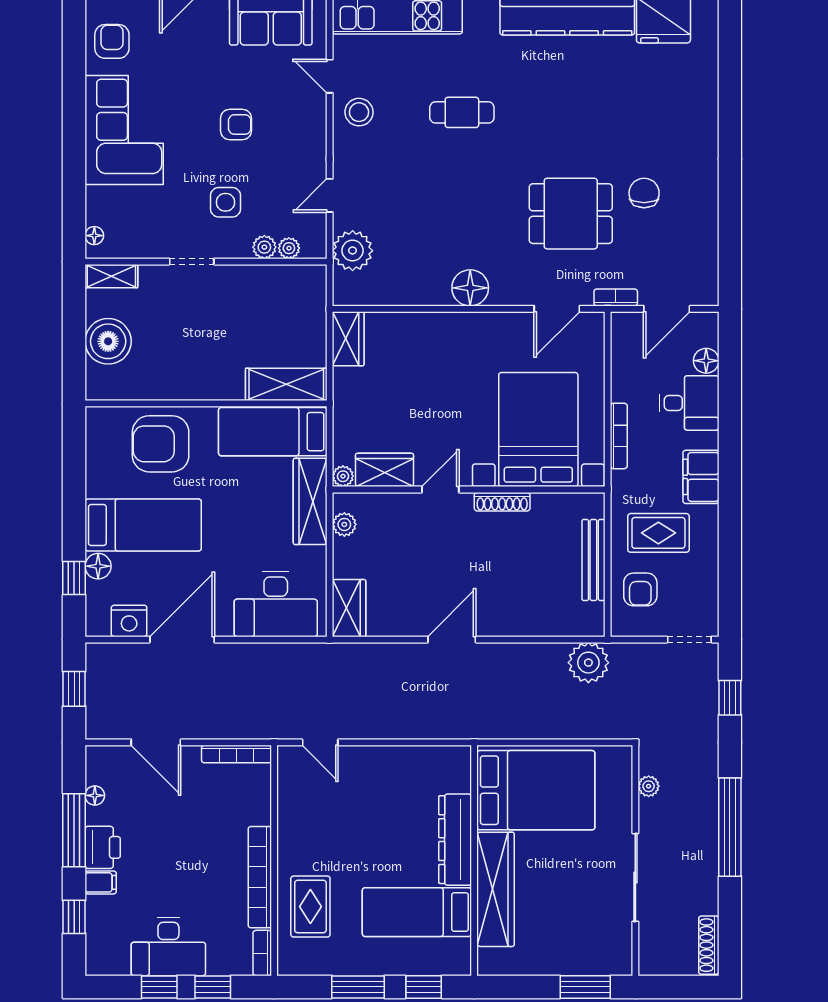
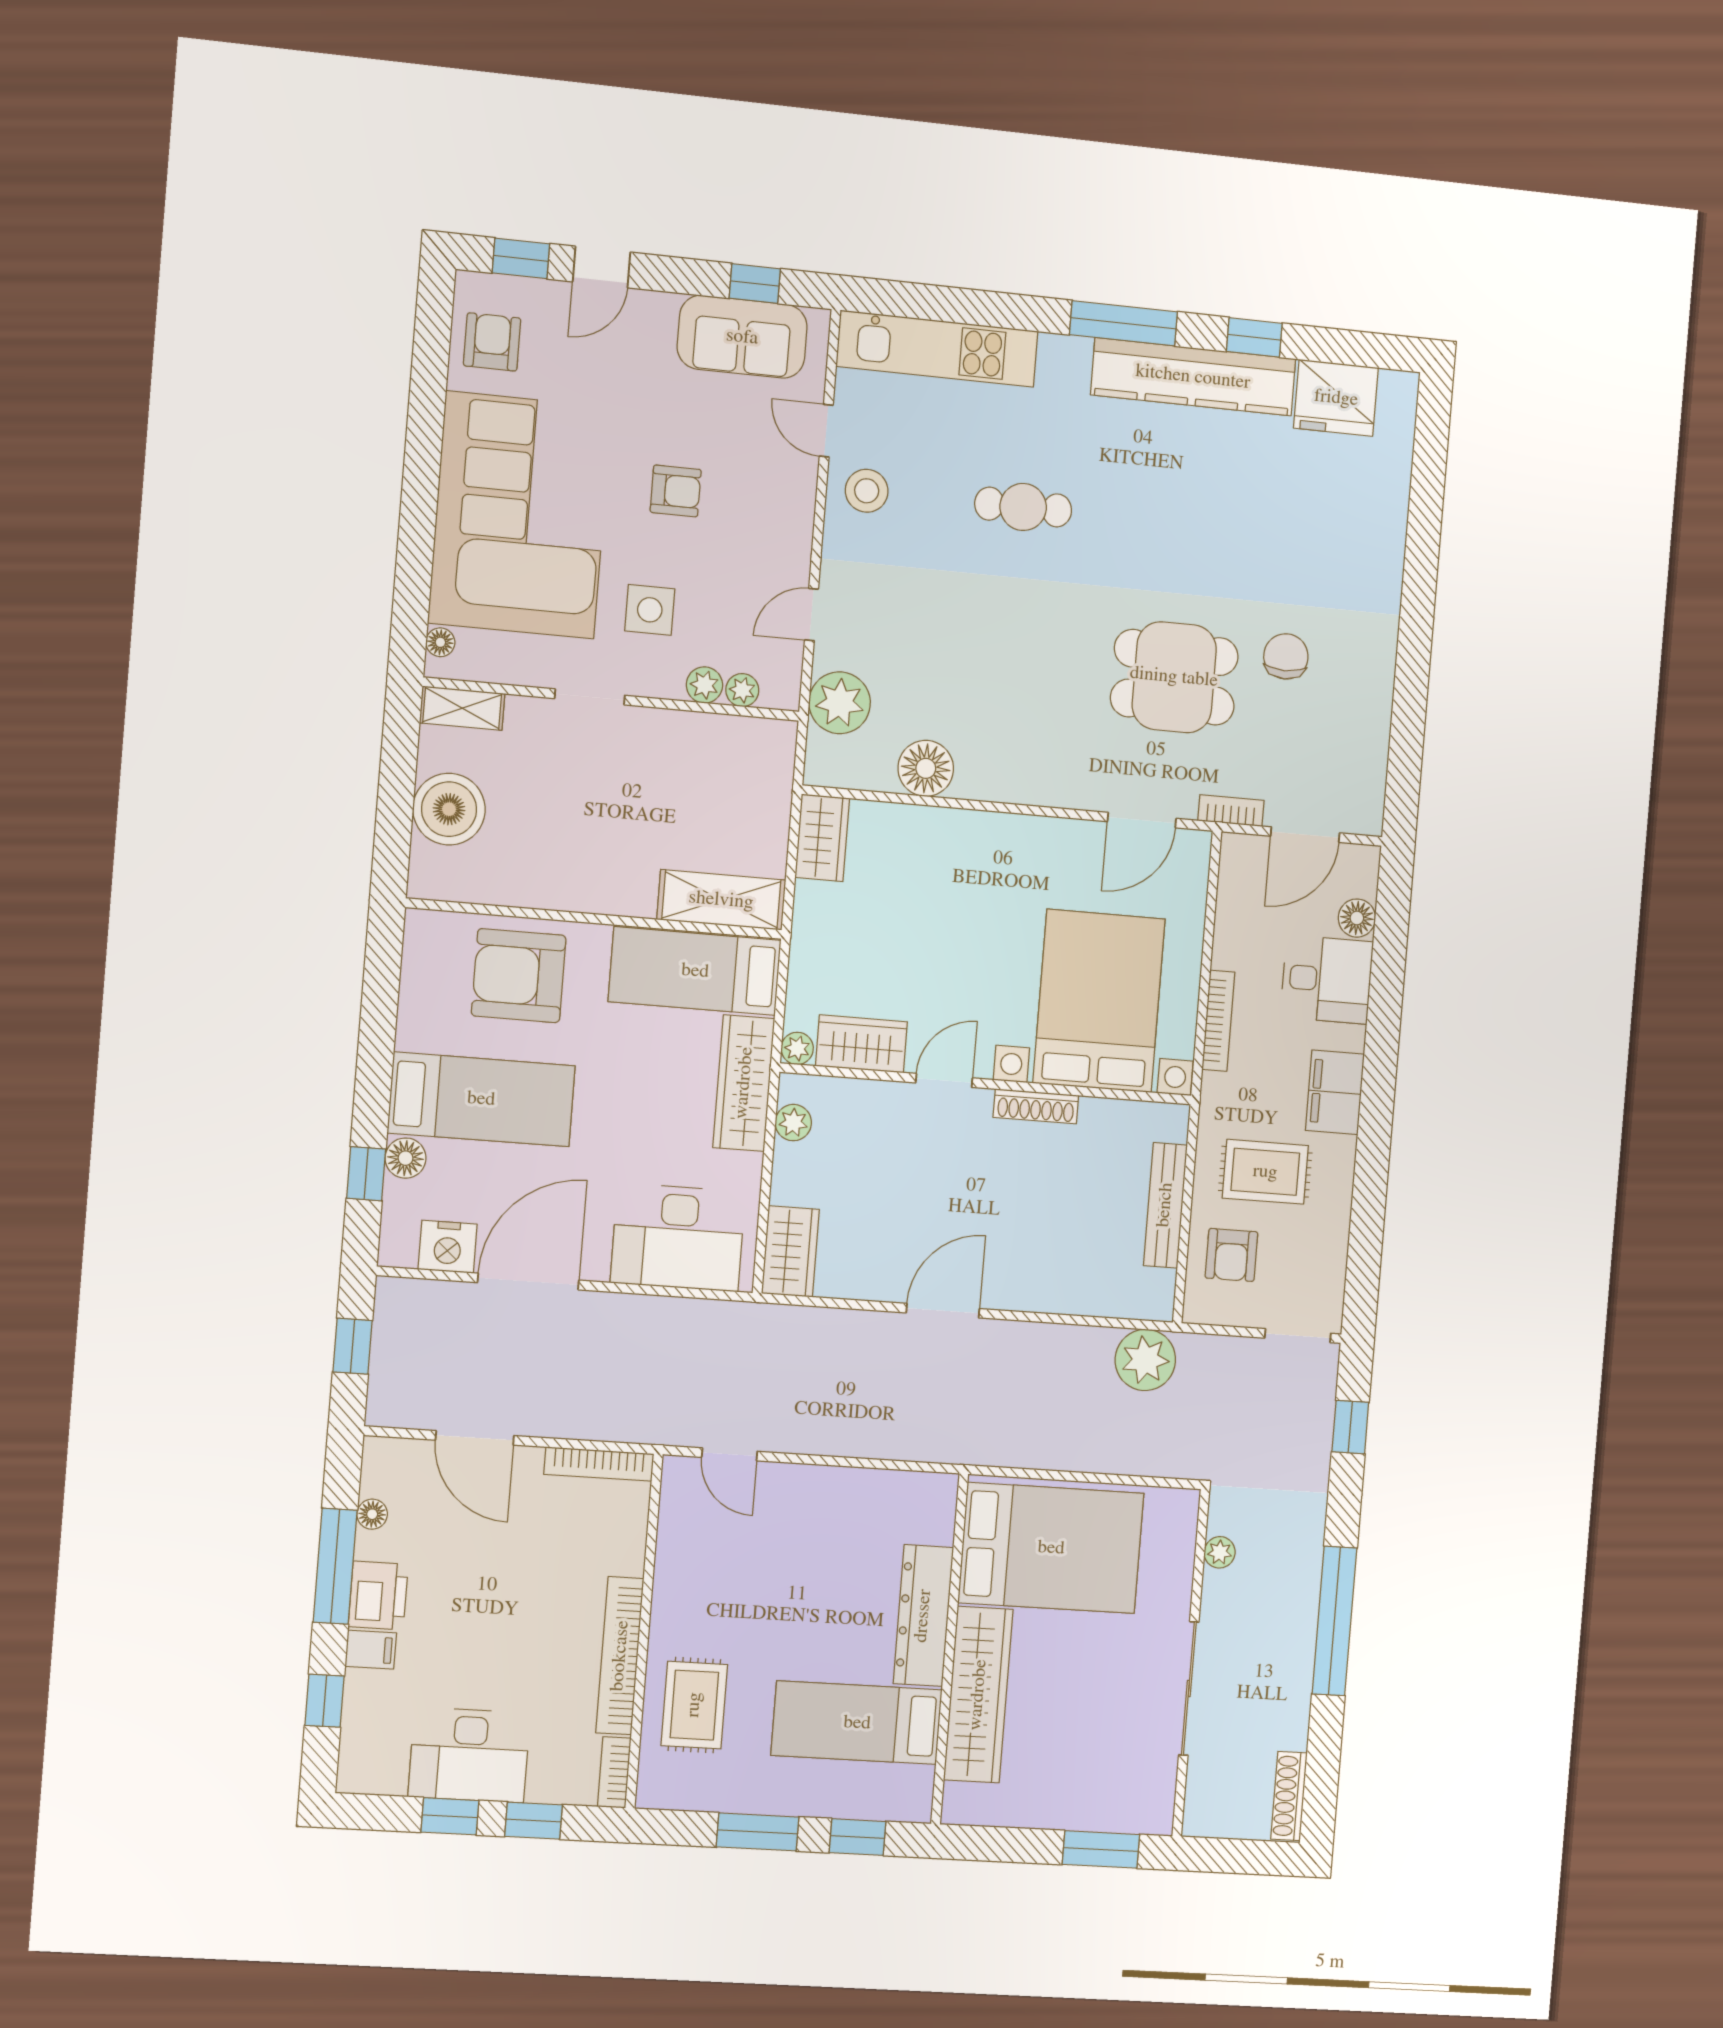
corner sofa: (124, 130) -> (520, 515), width x1.36, depth x1.36
floor lamp: (470, 288) -> (926, 768), moved

